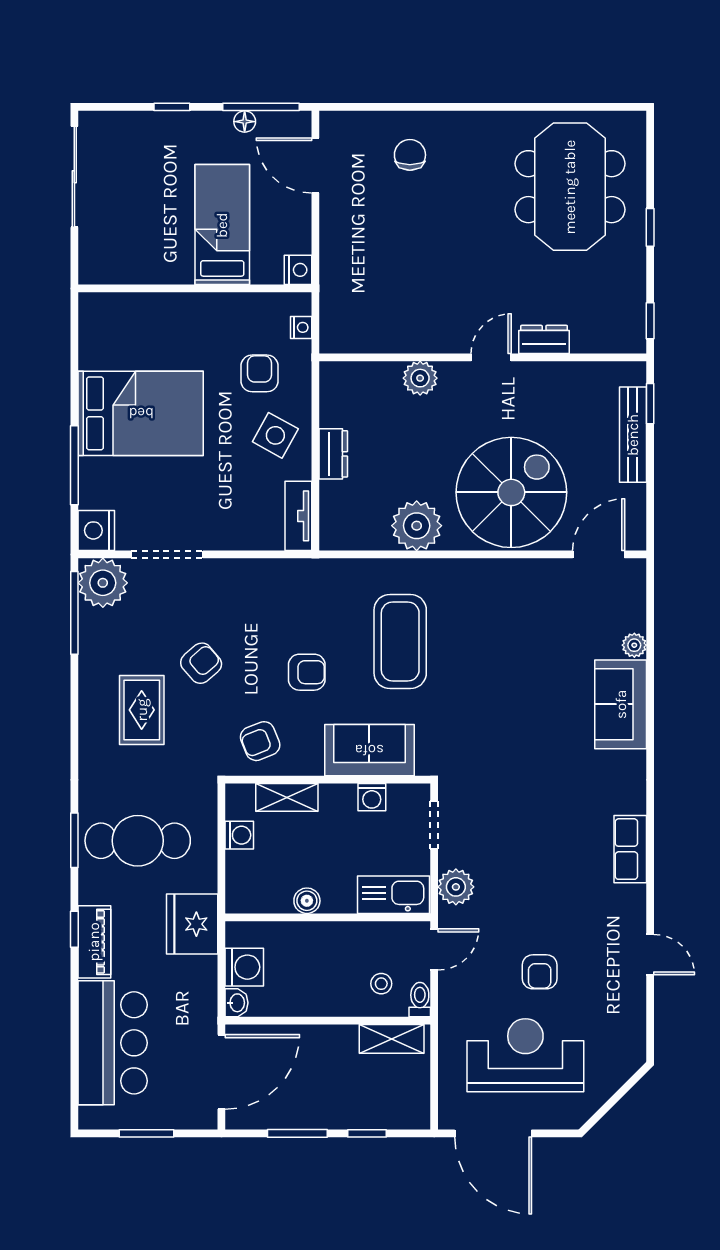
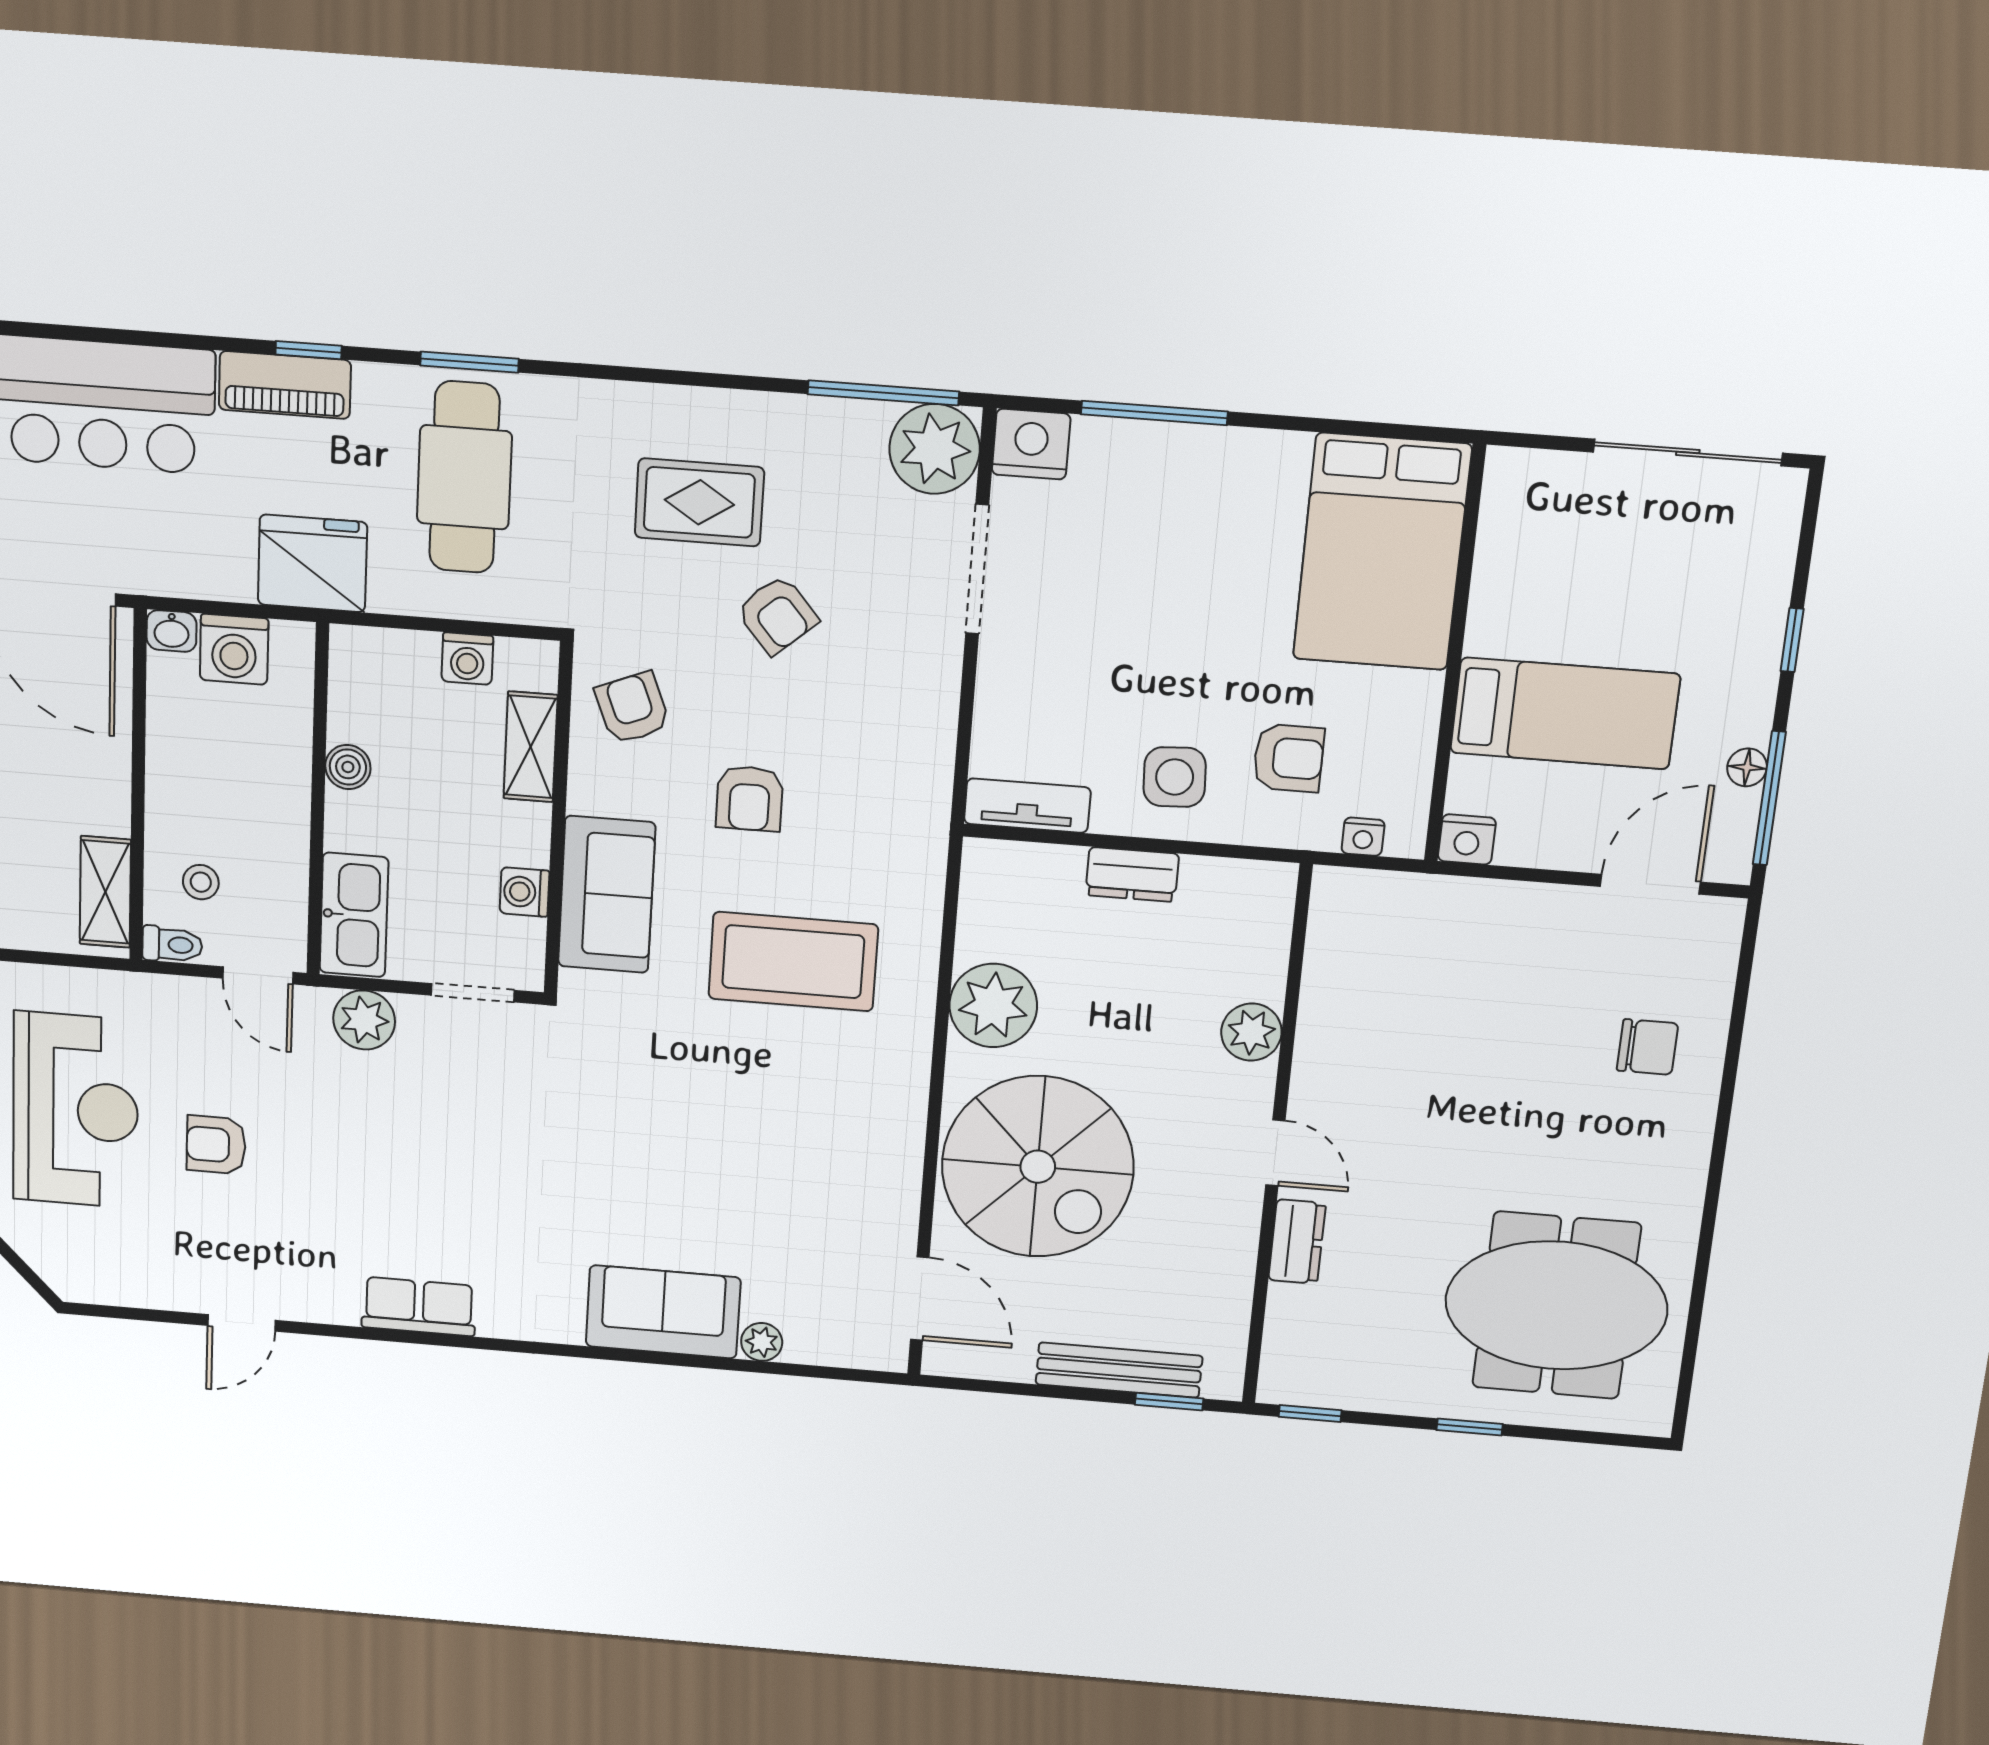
bed: (141, 413) -> (1382, 552), moved
side table: (275, 435) -> (1175, 777), turned -32

